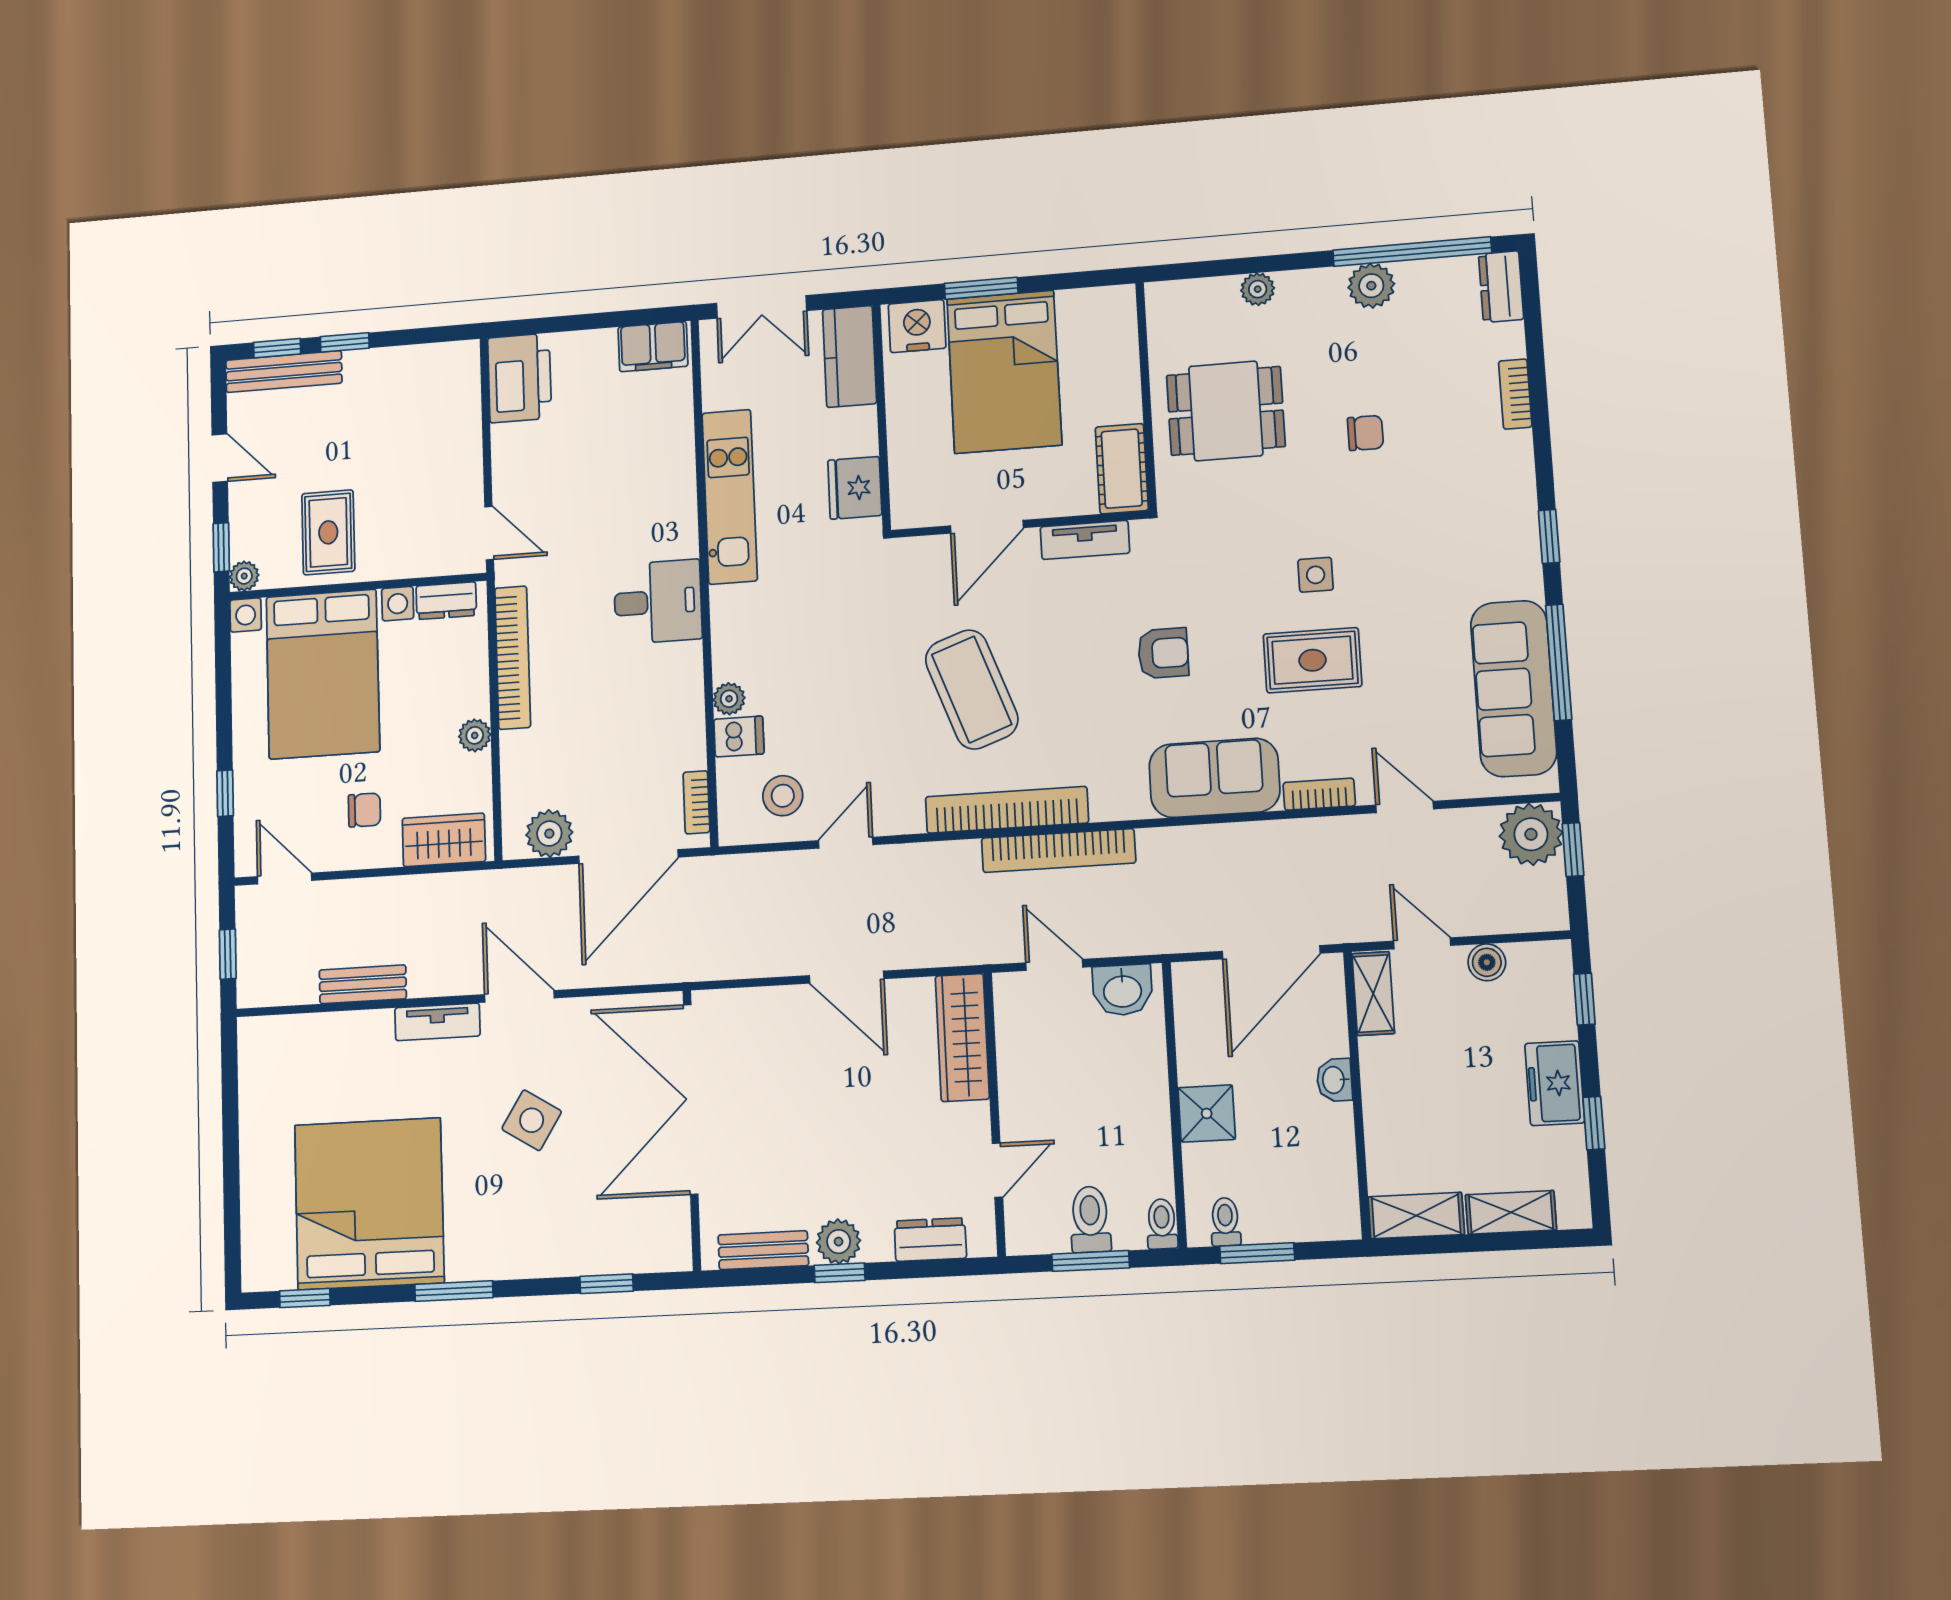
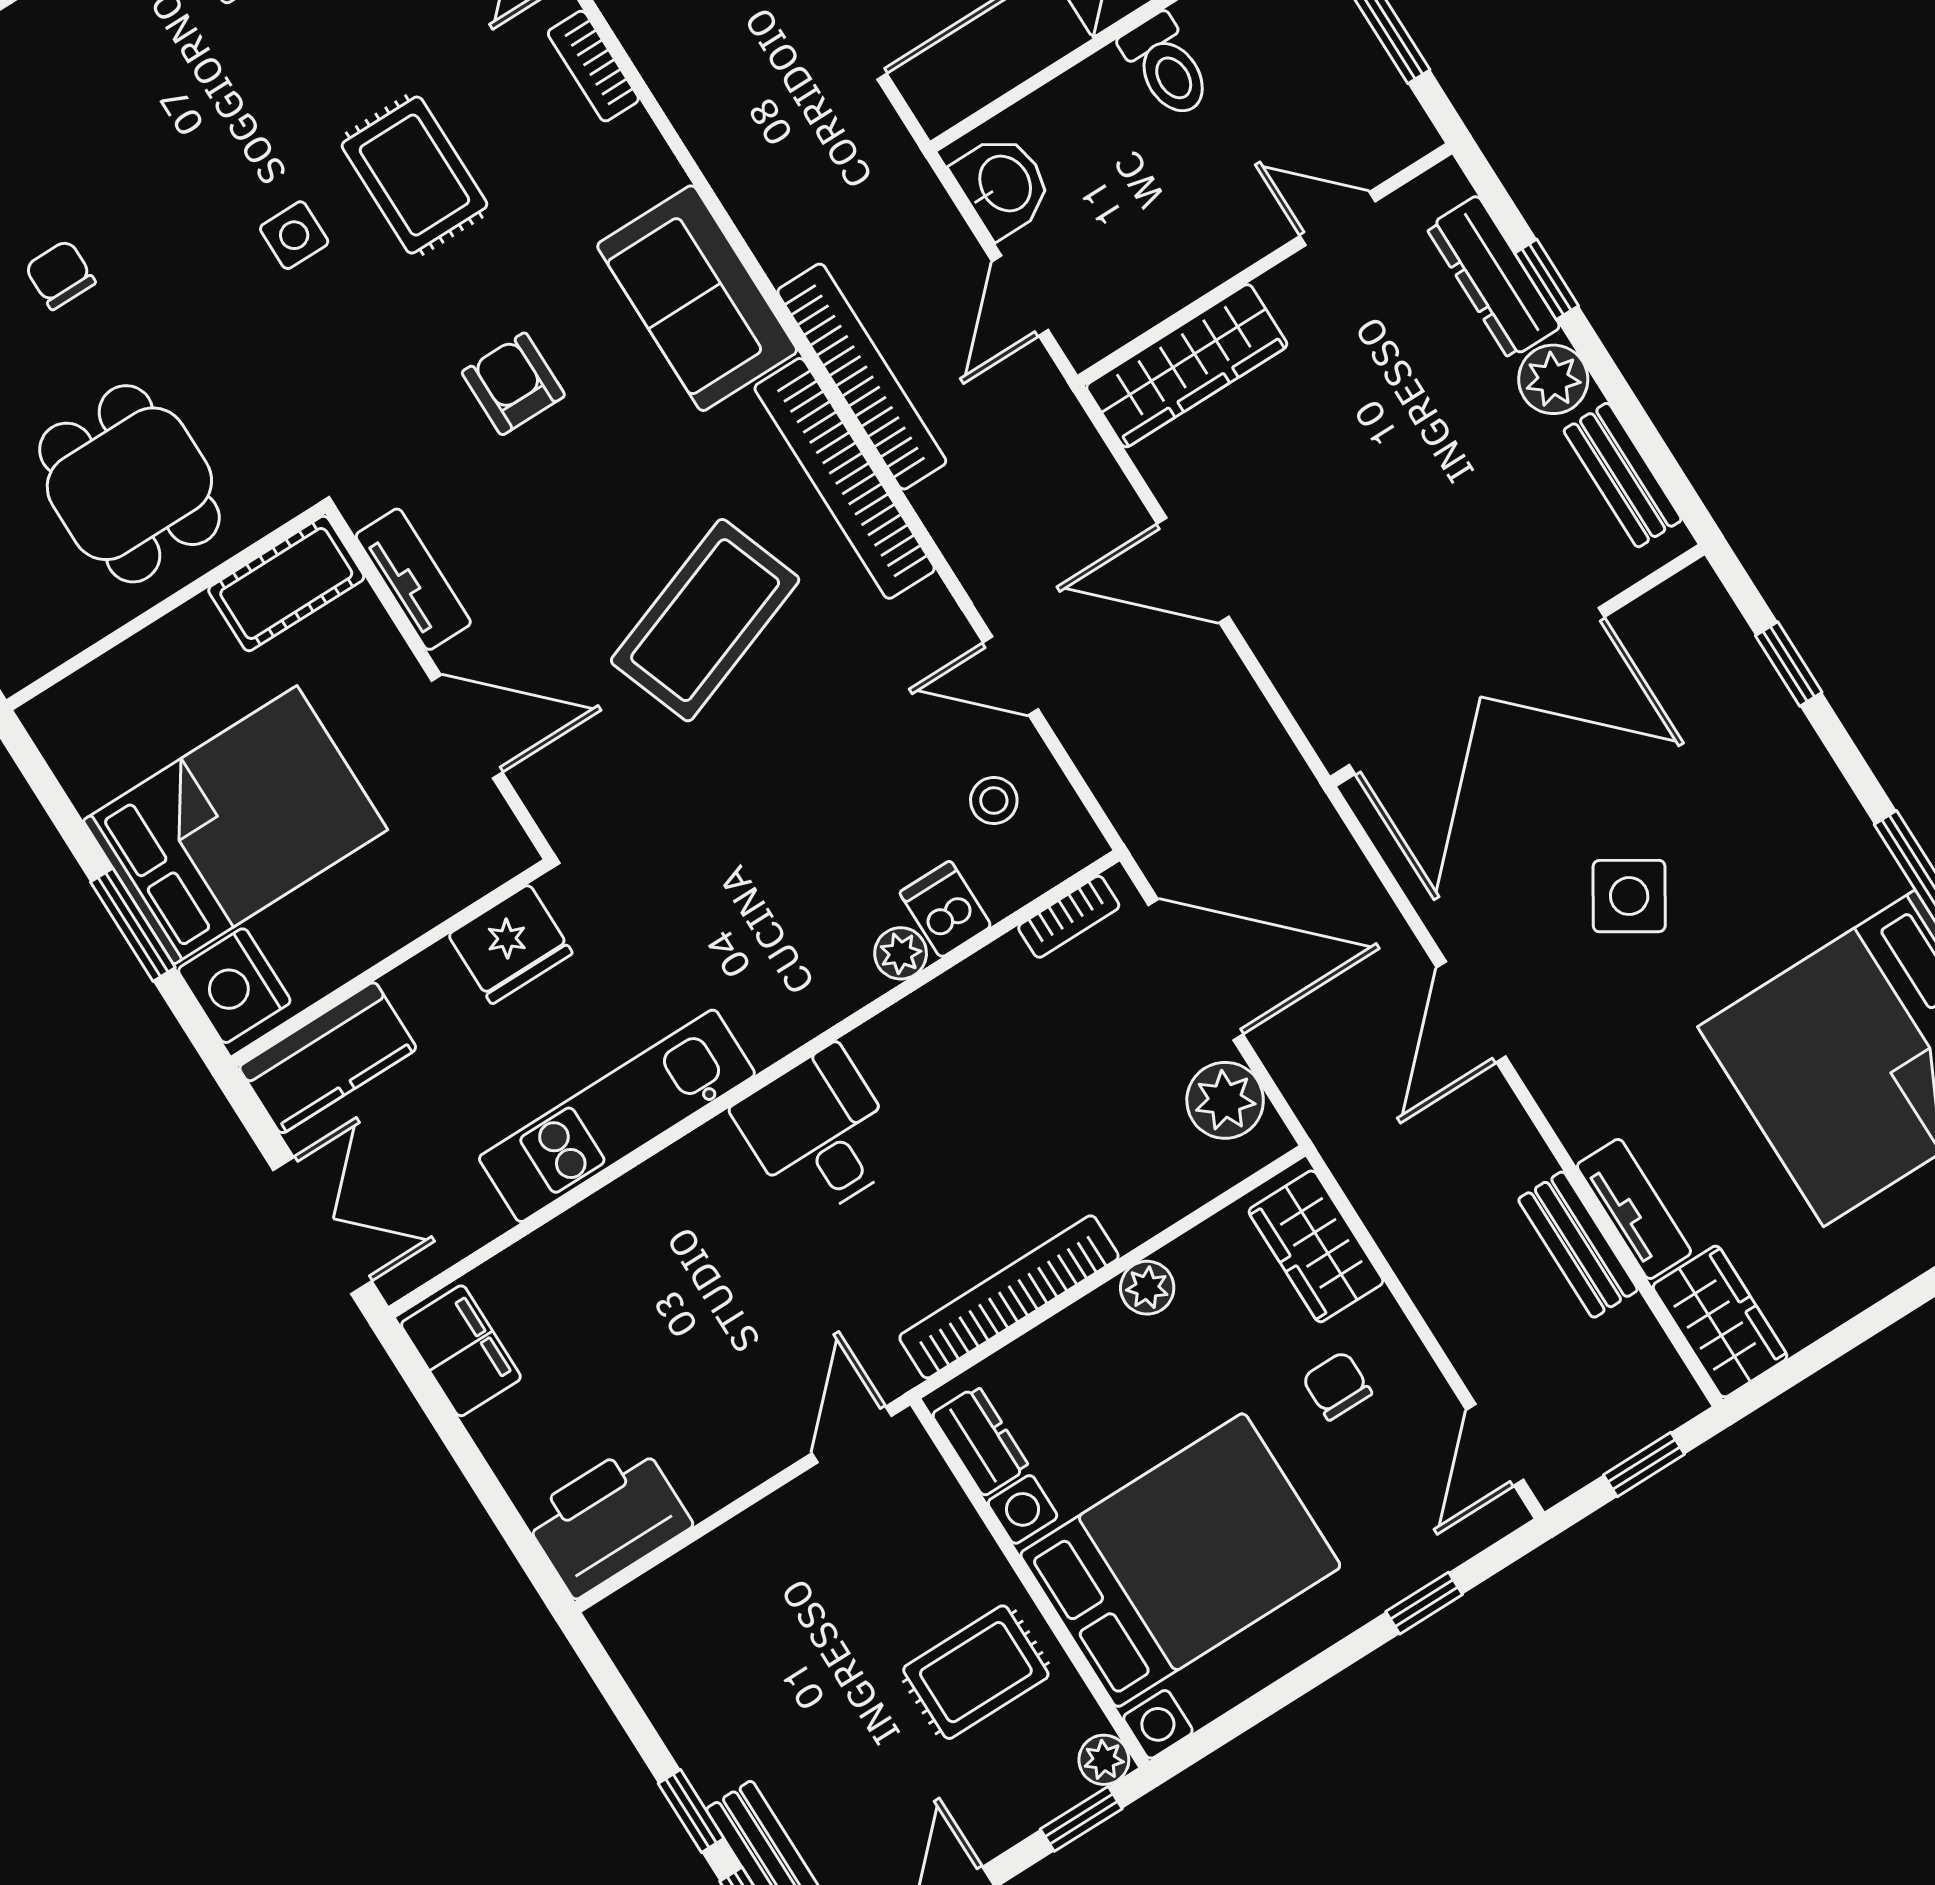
sofa: (1214, 778) -> (697, 298), moved
stool: (783, 796) -> (994, 801), width x0.73, depth x0.73
door: (847, 977) -> (1193, 570), swing flipped
tv unit: (437, 1022) -> (1634, 1209), moved
wardrobe: (278, 1039) -> (1720, 1322), added
toilet: (1090, 1219) -> (1166, 66), moved, turned -90
dresser: (930, 1240) -> (1493, 277), width x1.44
window: (840, 1273) -> (1547, 279), moved

